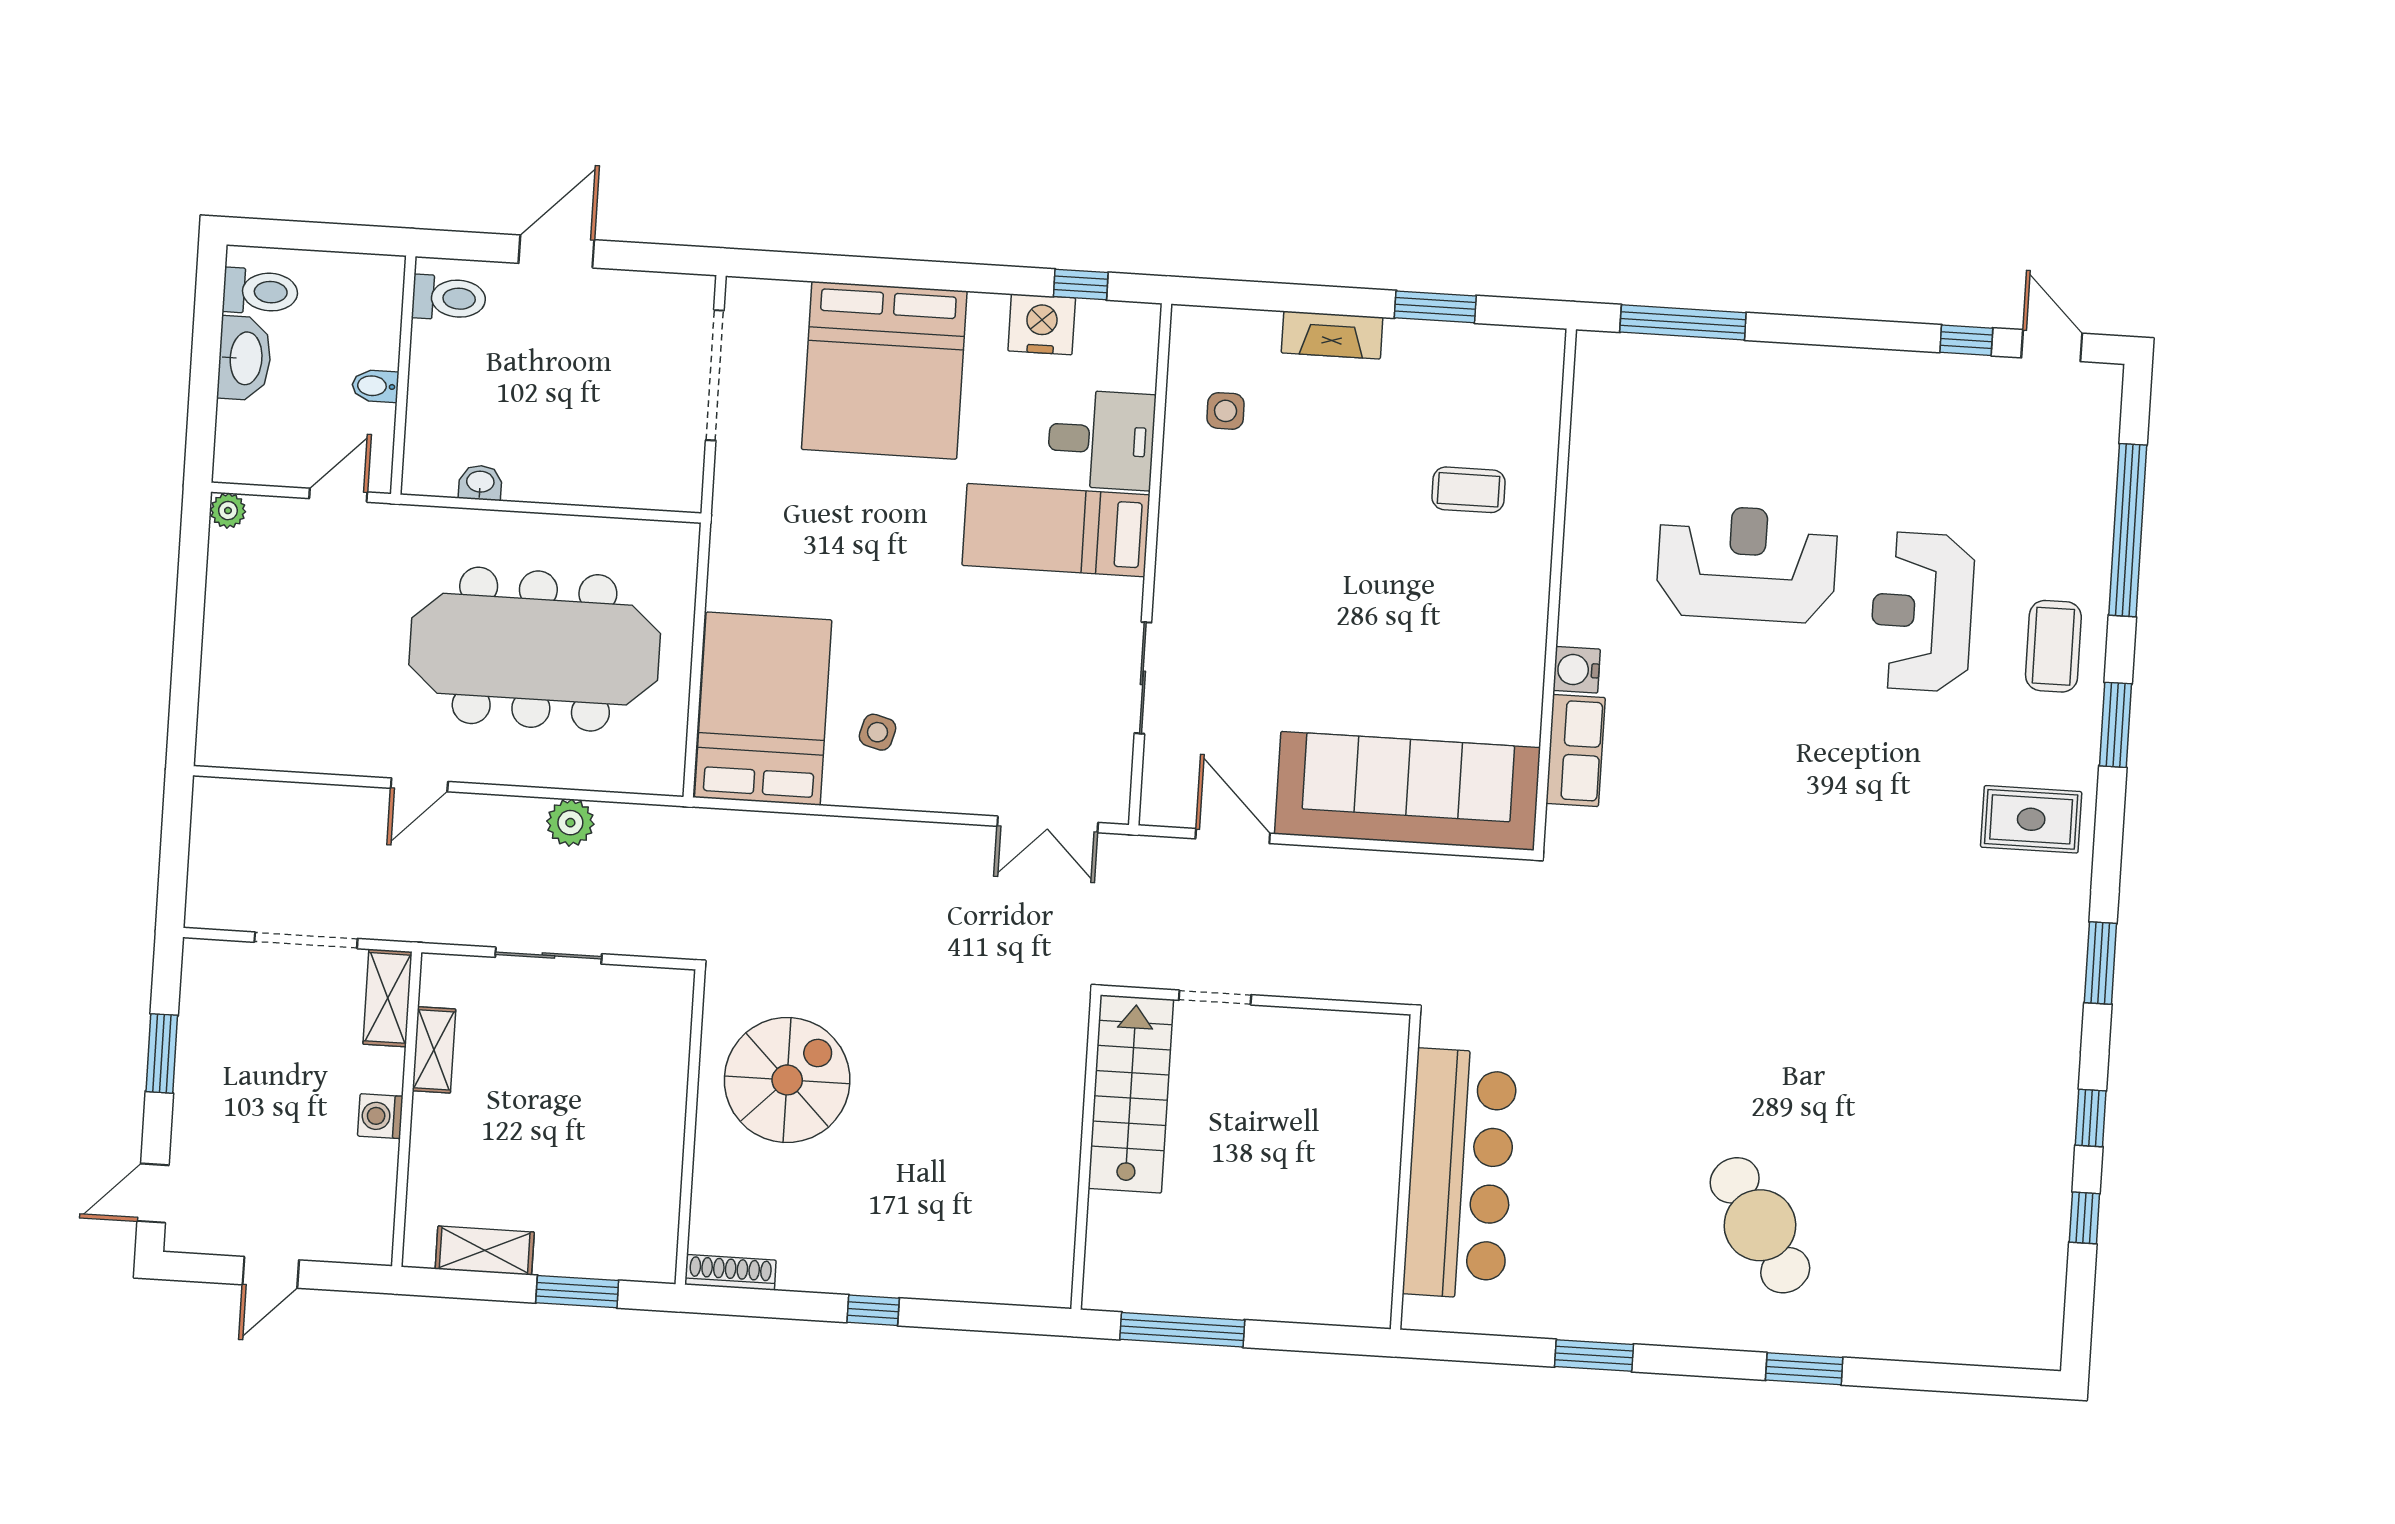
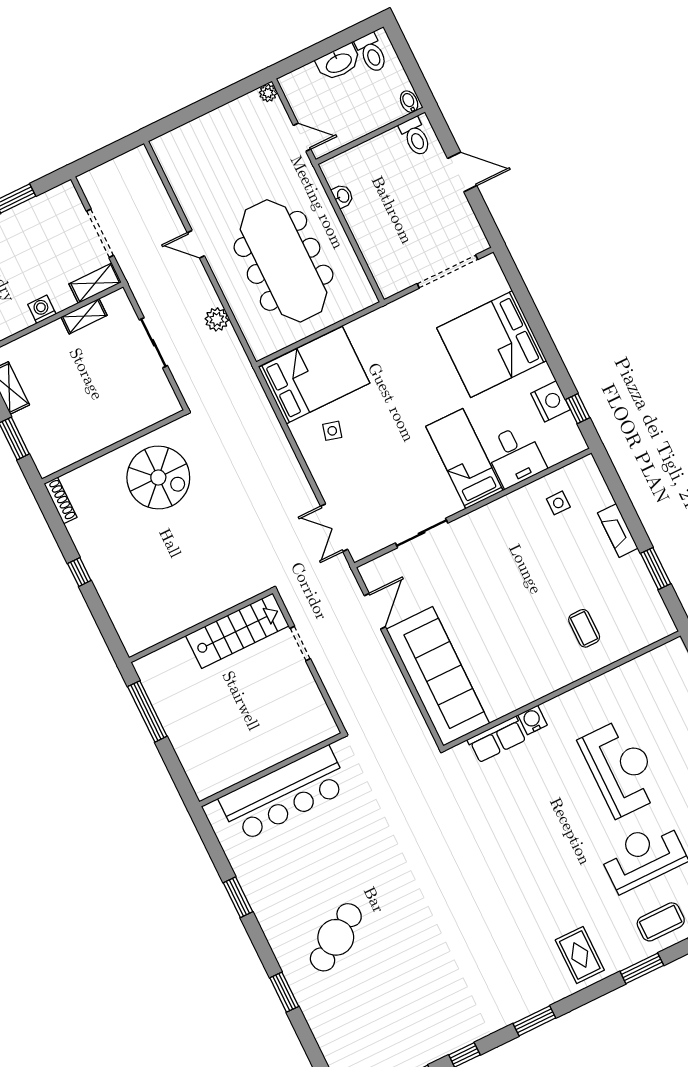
bidet: (375, 386) -> (409, 102), moved

